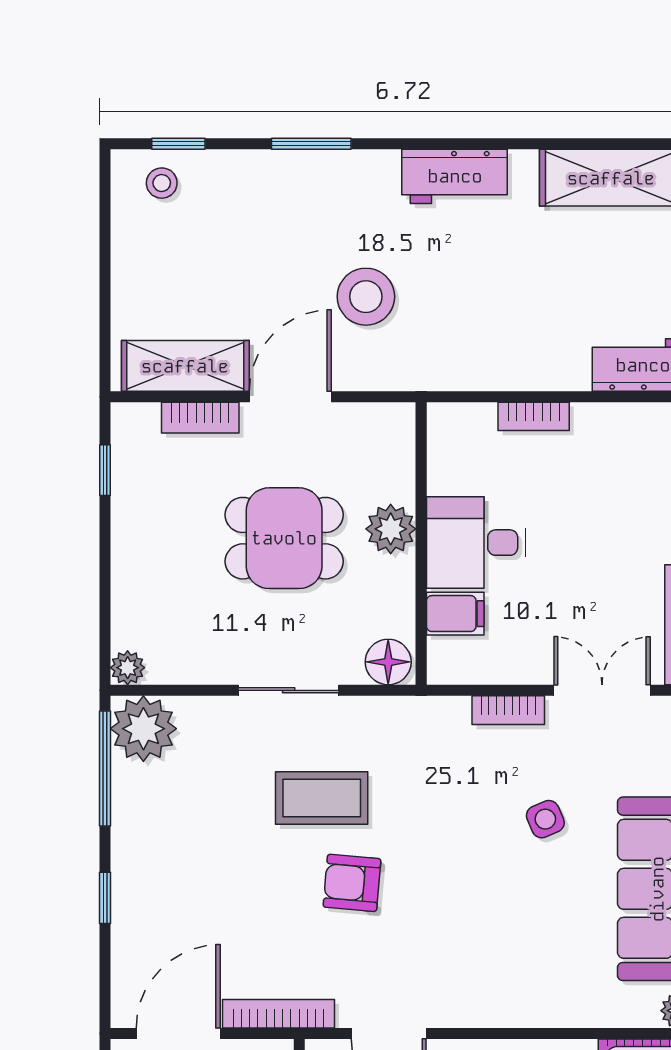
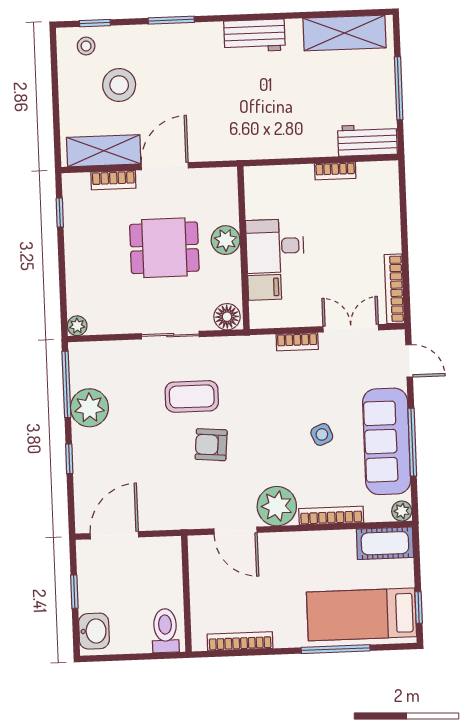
stool: (366, 297) -> (119, 85), moved
bookcase: (534, 416) -> (335, 171), moved
plant: (143, 729) -> (89, 408), moved
side table: (545, 819) -> (322, 434), moved
plant: (462, 994) -> (277, 506), added
bookcase: (279, 1014) -> (331, 516), moved

